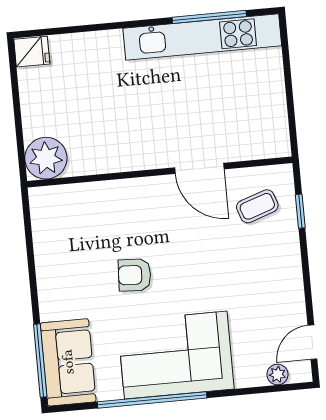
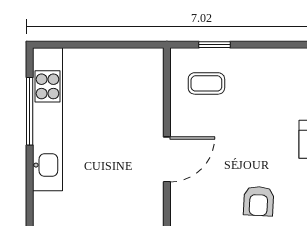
door: (199, 168) -> (167, 159), moved
coffee table: (257, 206) -> (206, 83), turned -71

